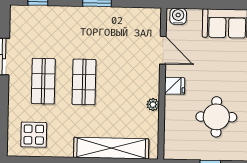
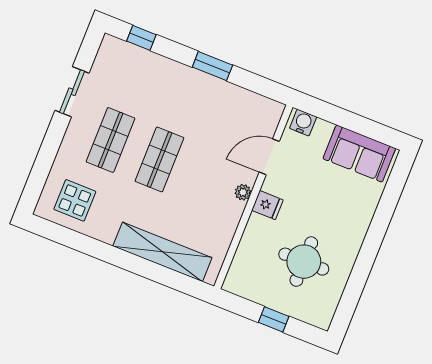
door: (163, 50) -> (269, 157), swing flipped
plant: (153, 105) -> (243, 192), moved

